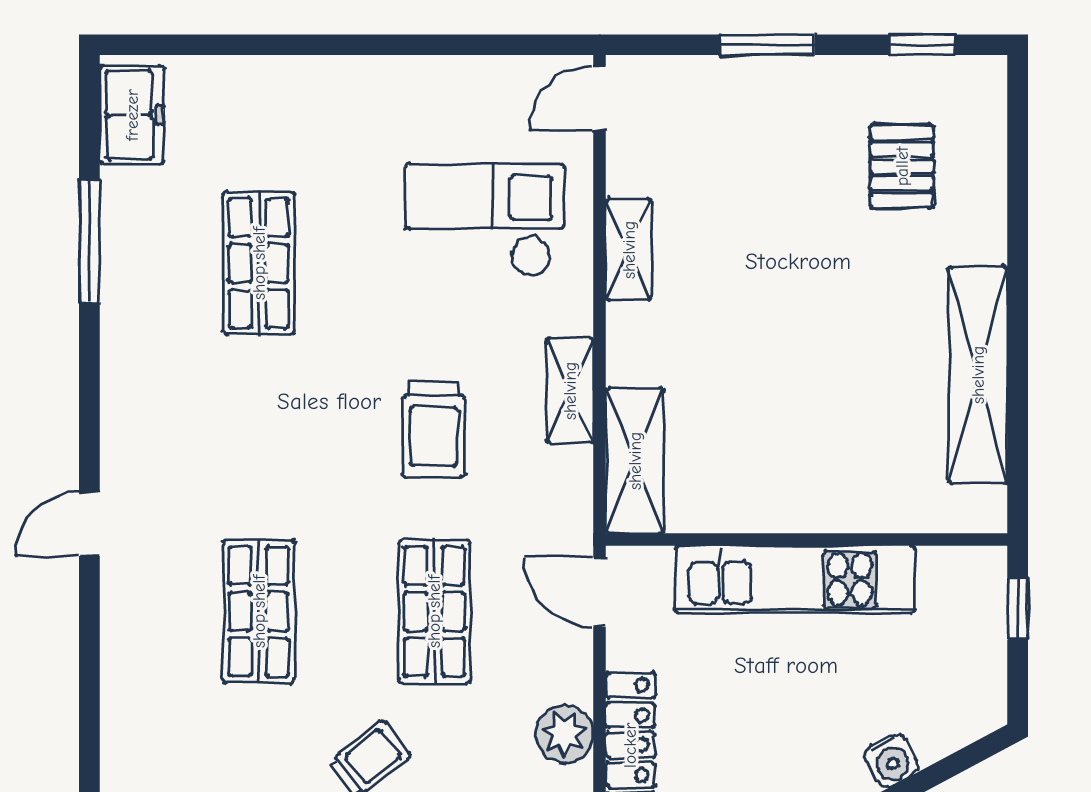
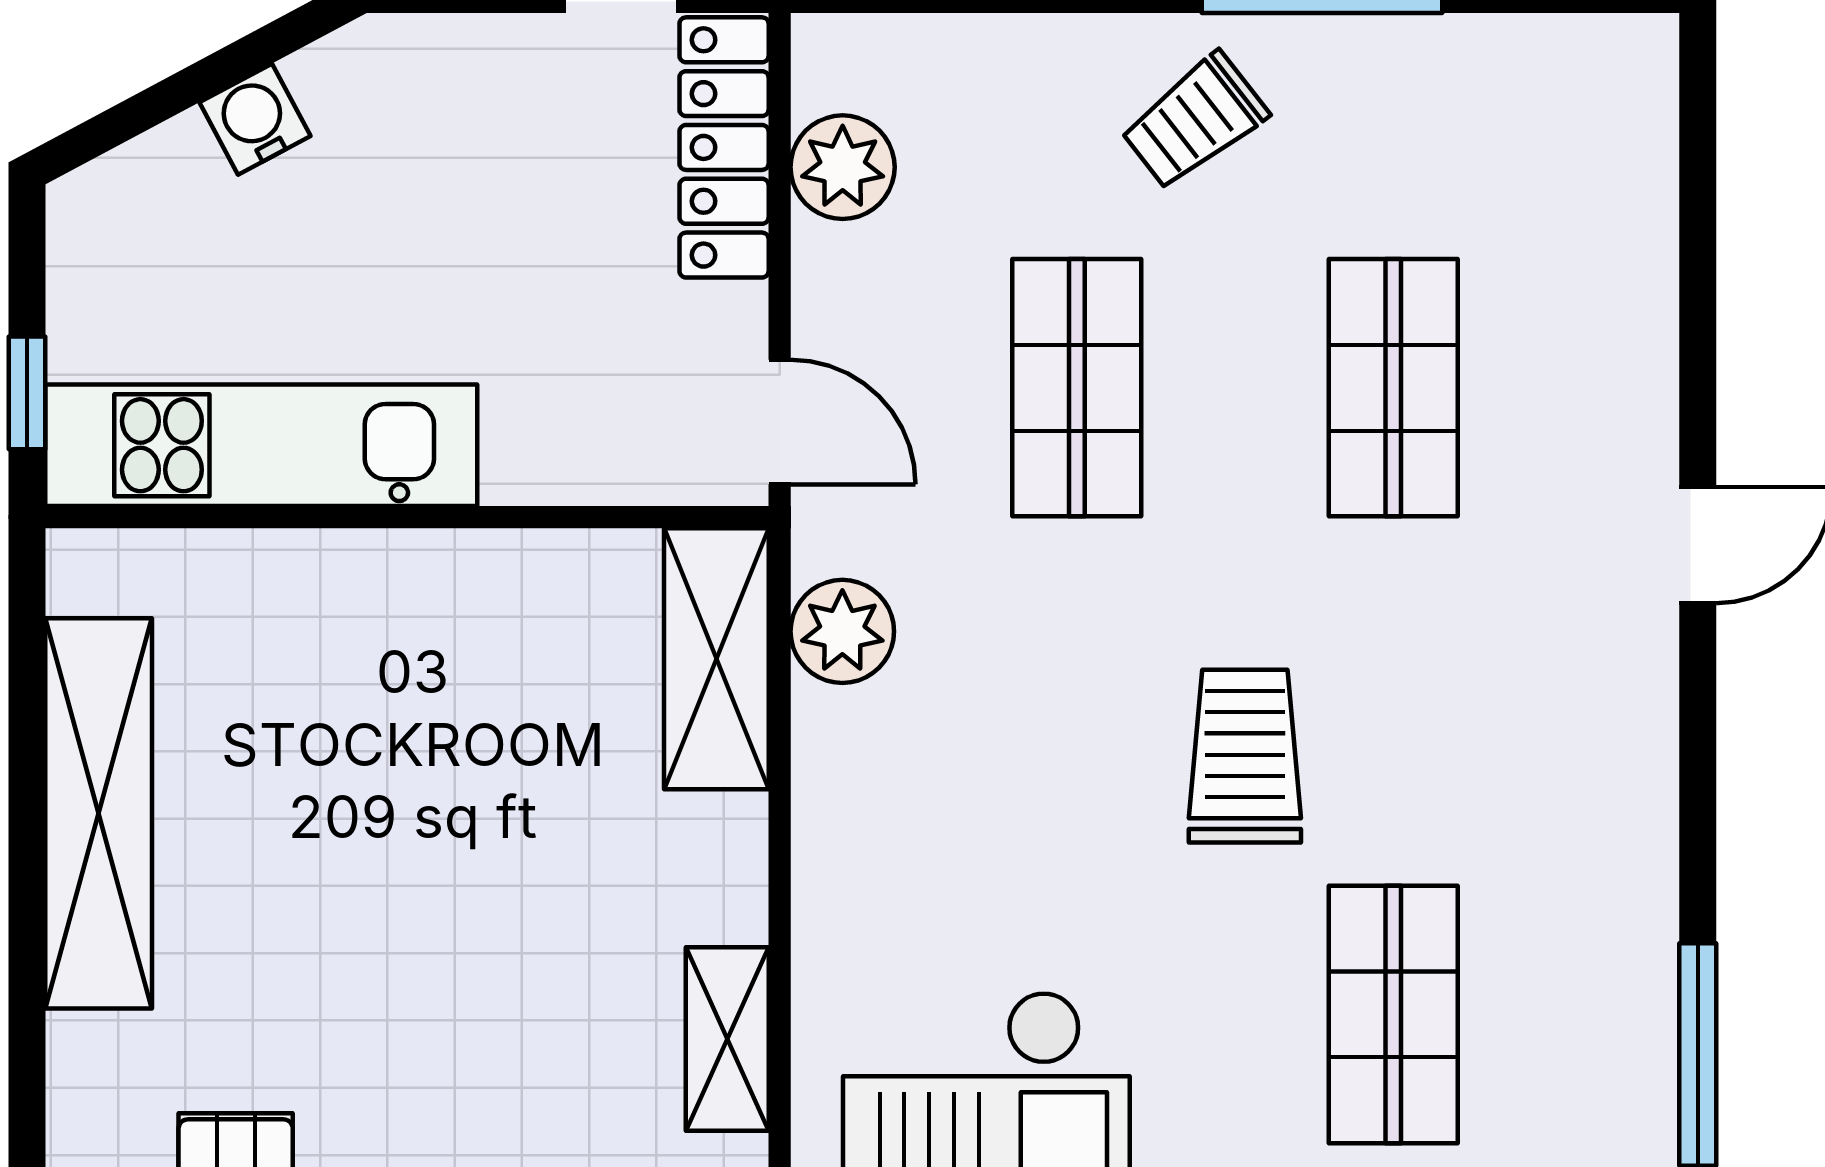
shelving: (570, 391) -> (833, 785), removed
trolley: (433, 430) -> (1245, 756), moved
plant: (565, 476) -> (842, 631), added
kitchen unit: (795, 579) -> (261, 445), moved

